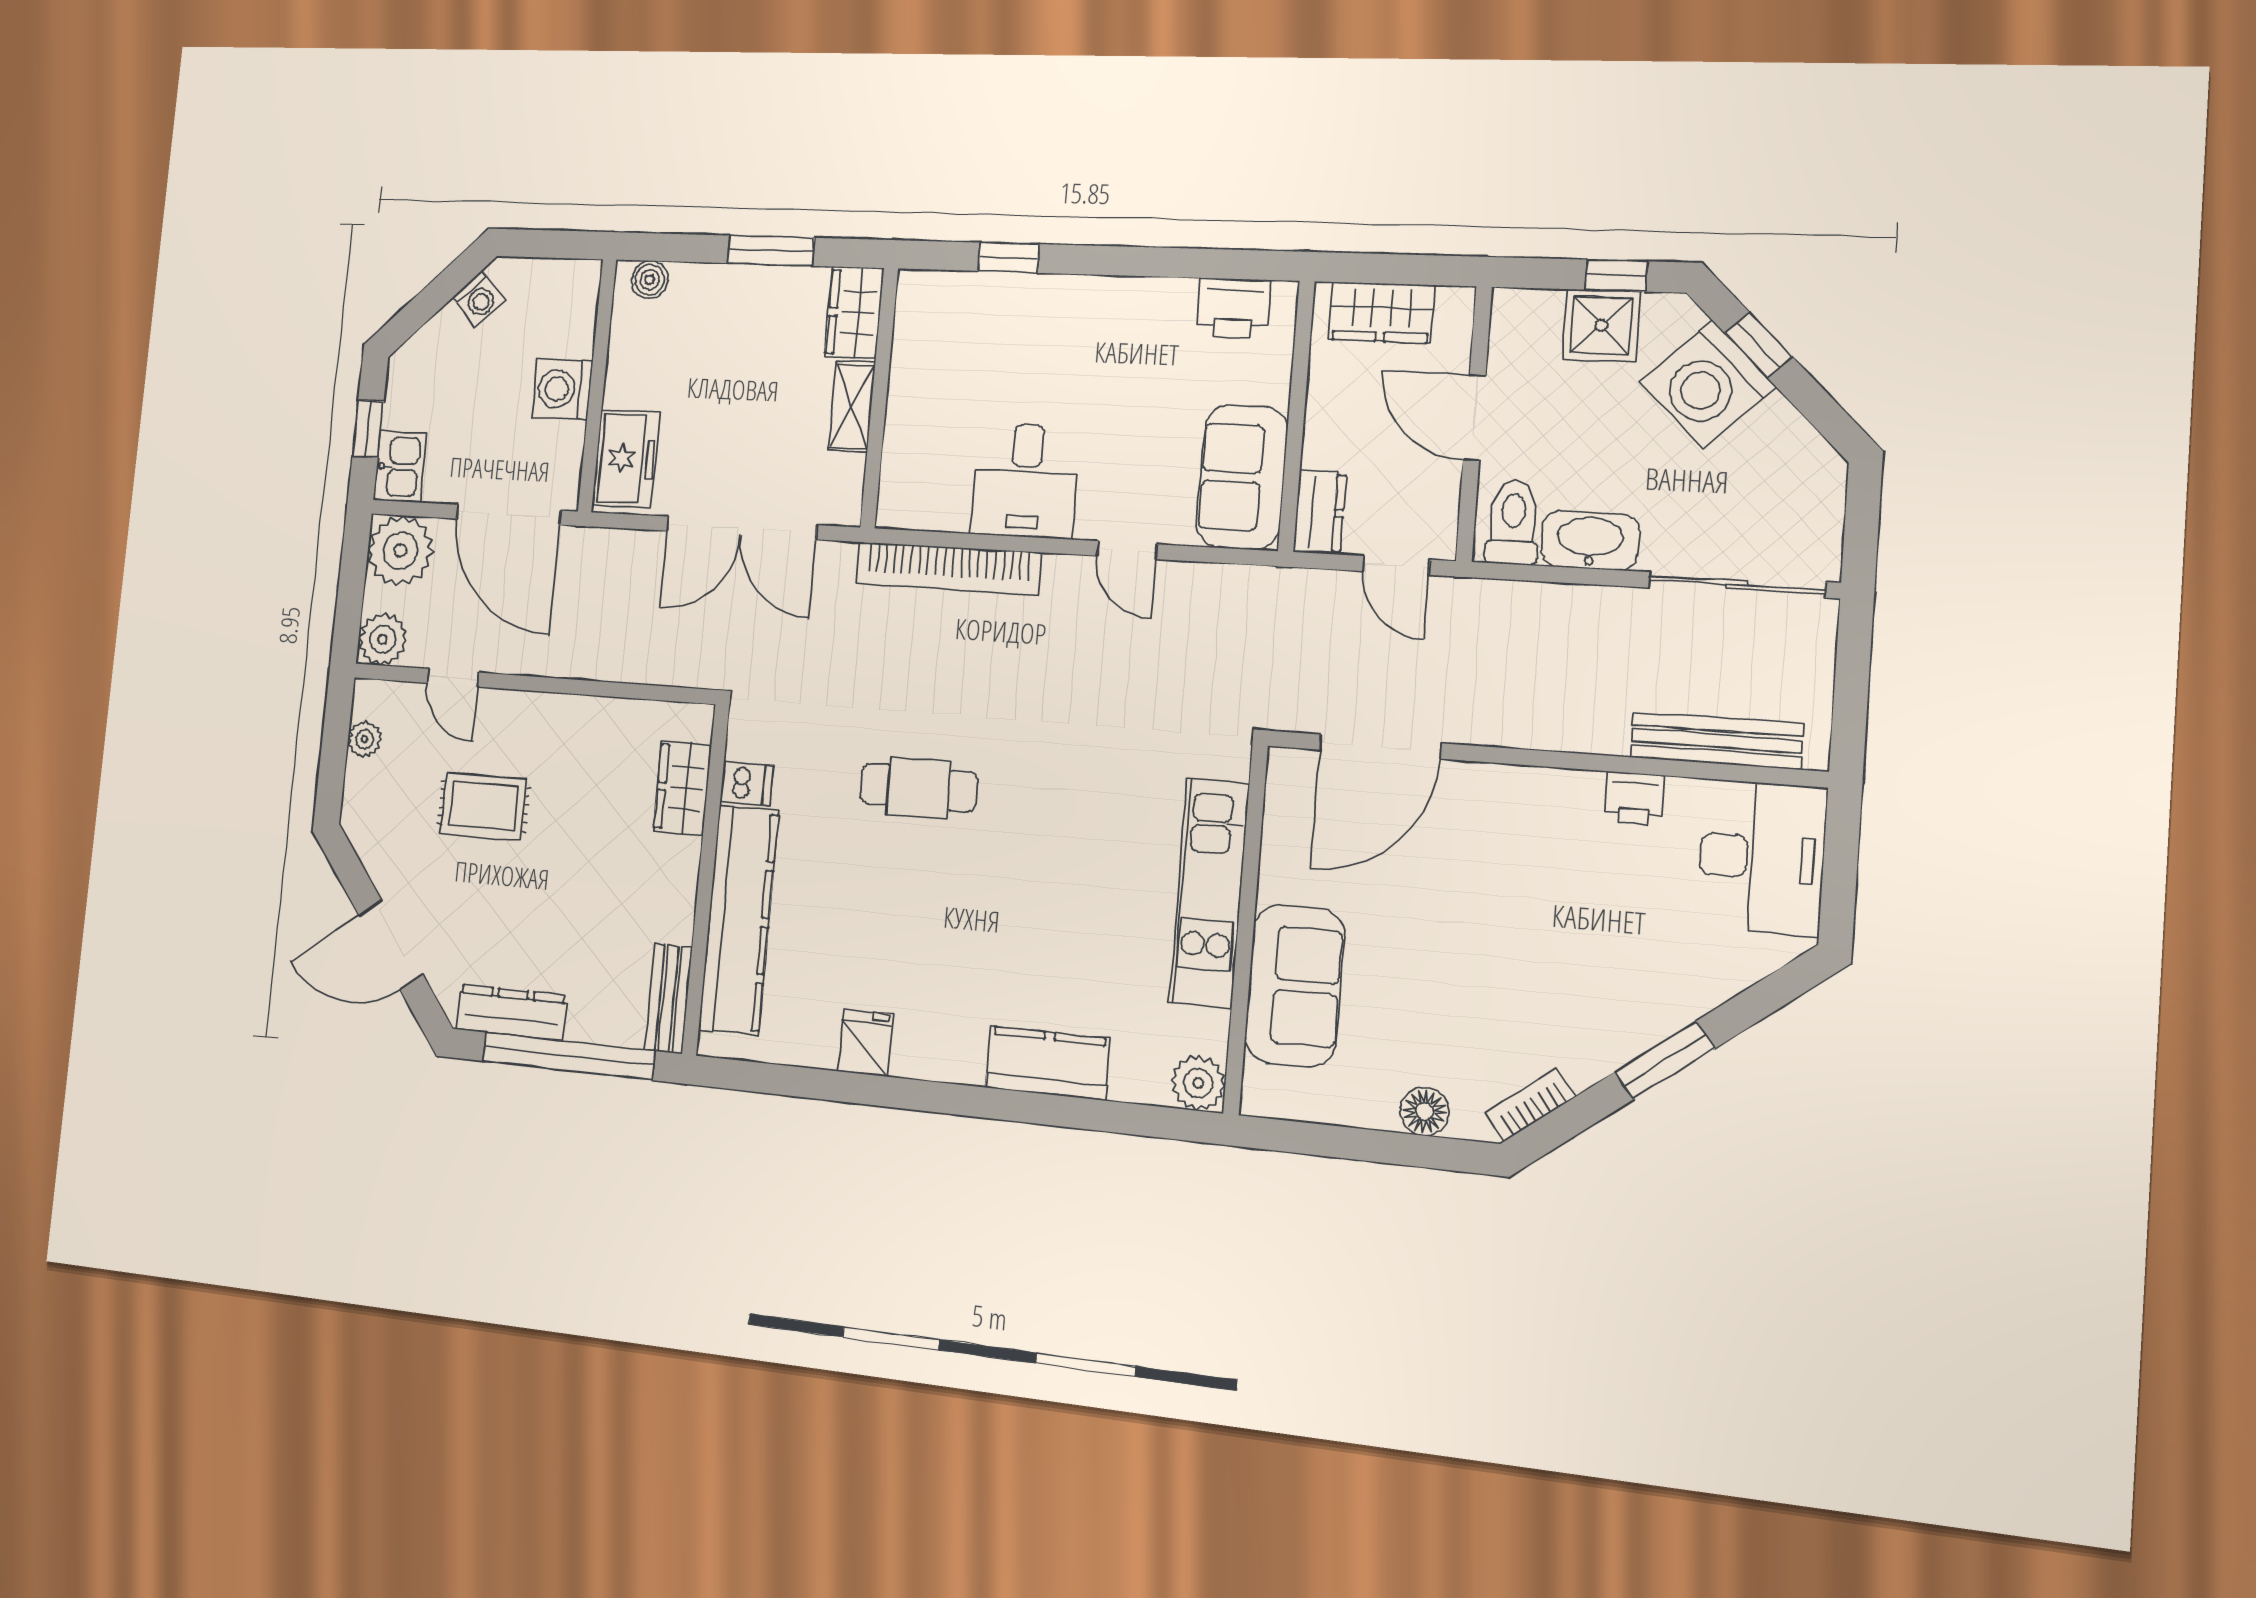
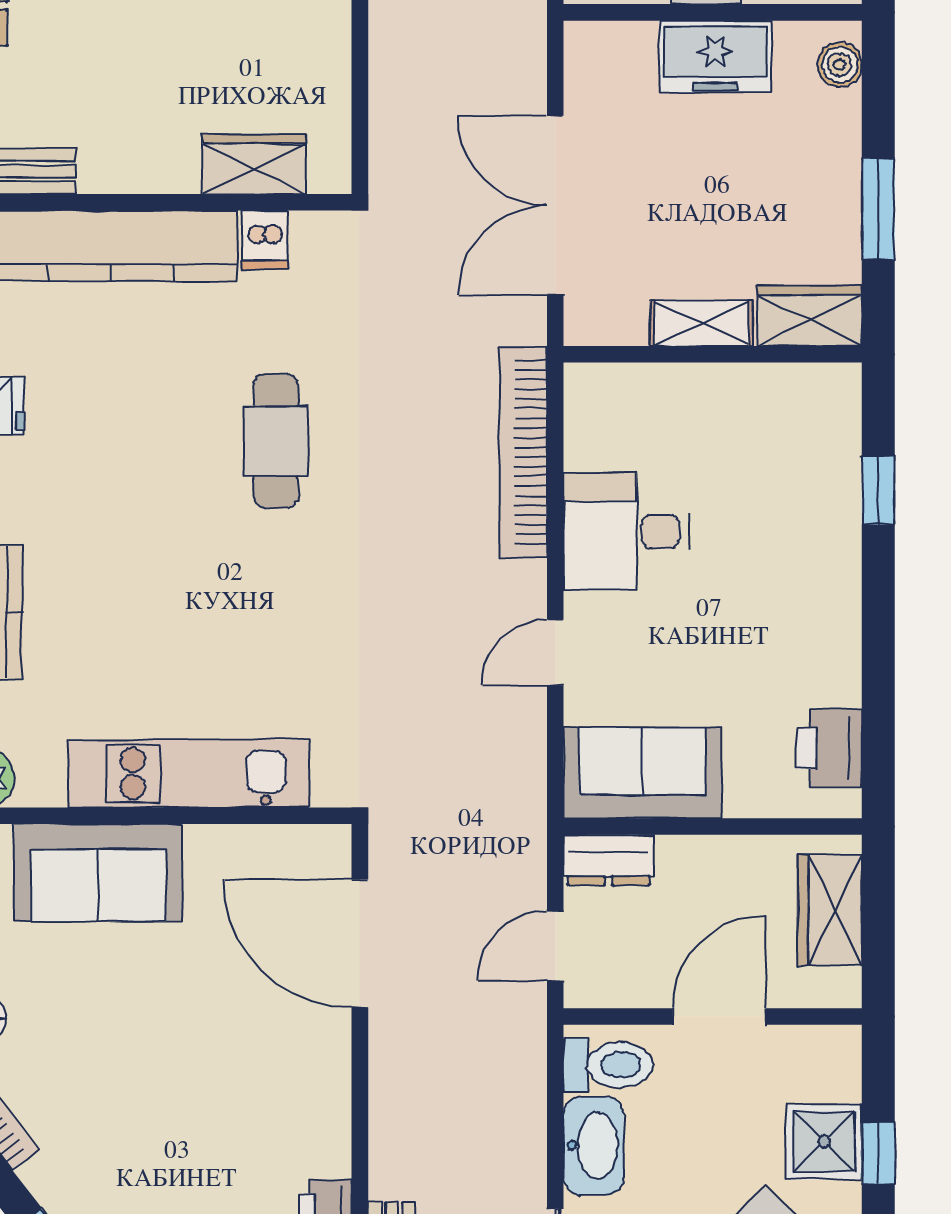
freezer: (626, 458) -> (715, 57), moved

